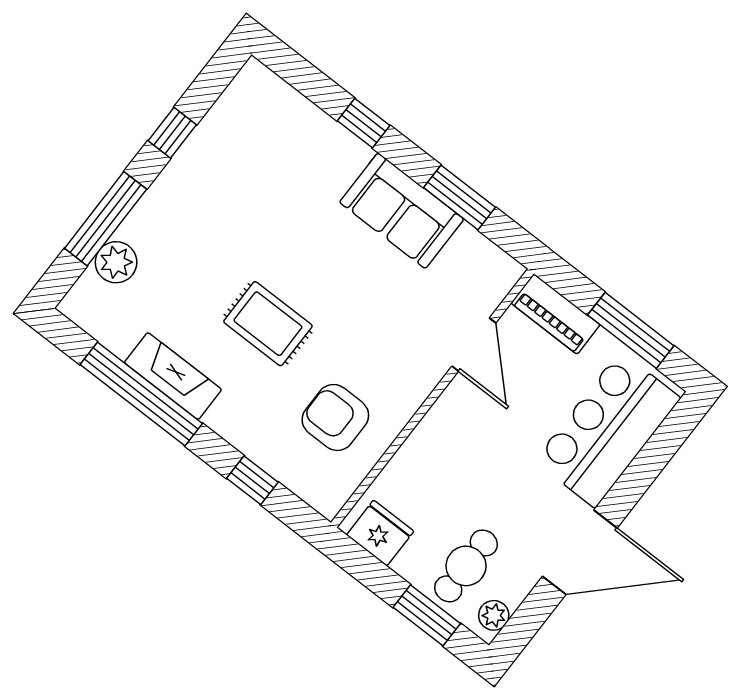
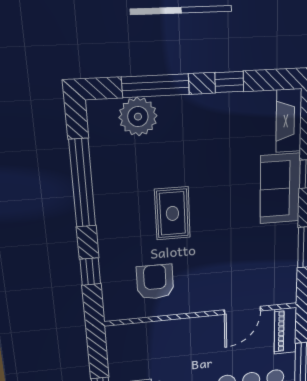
sofa: (402, 211) -> (280, 189), moved
plant: (116, 262) -> (138, 117), width x1.36, depth x1.36
fireplace: (173, 376) -> (289, 121), moved, turned 180
fridge: (380, 533) -> (120, 346), removed

